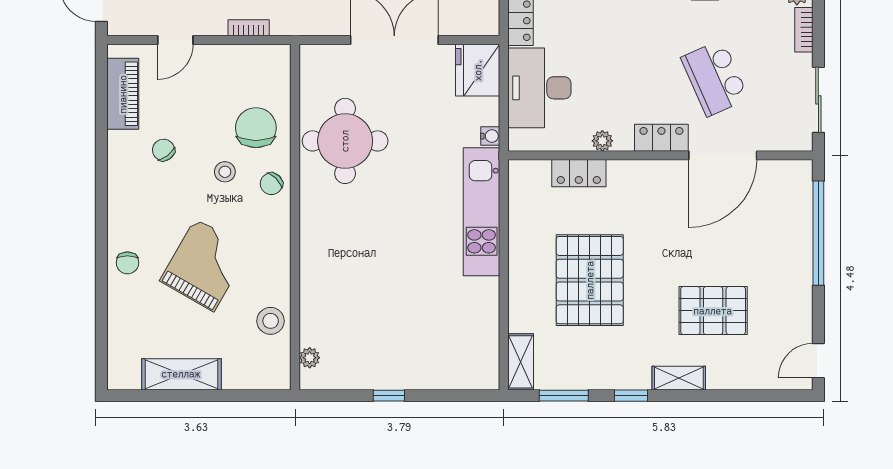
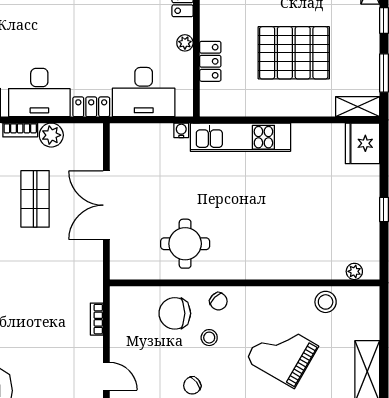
fridge: (478, 70) -> (363, 143), moved, turned 90
round table: (345, 141) -> (185, 244), width x0.73, depth x0.73

